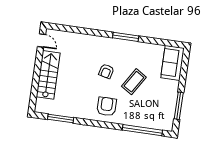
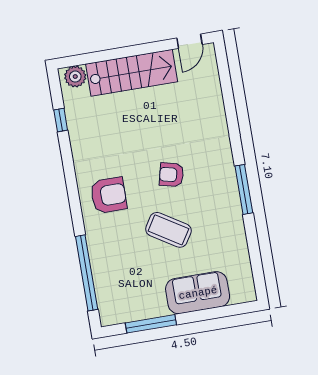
sofa: (173, 63) -> (198, 293), moved
plant: (41, 104) -> (75, 77), added
window: (61, 119) -> (61, 120), width x0.46

